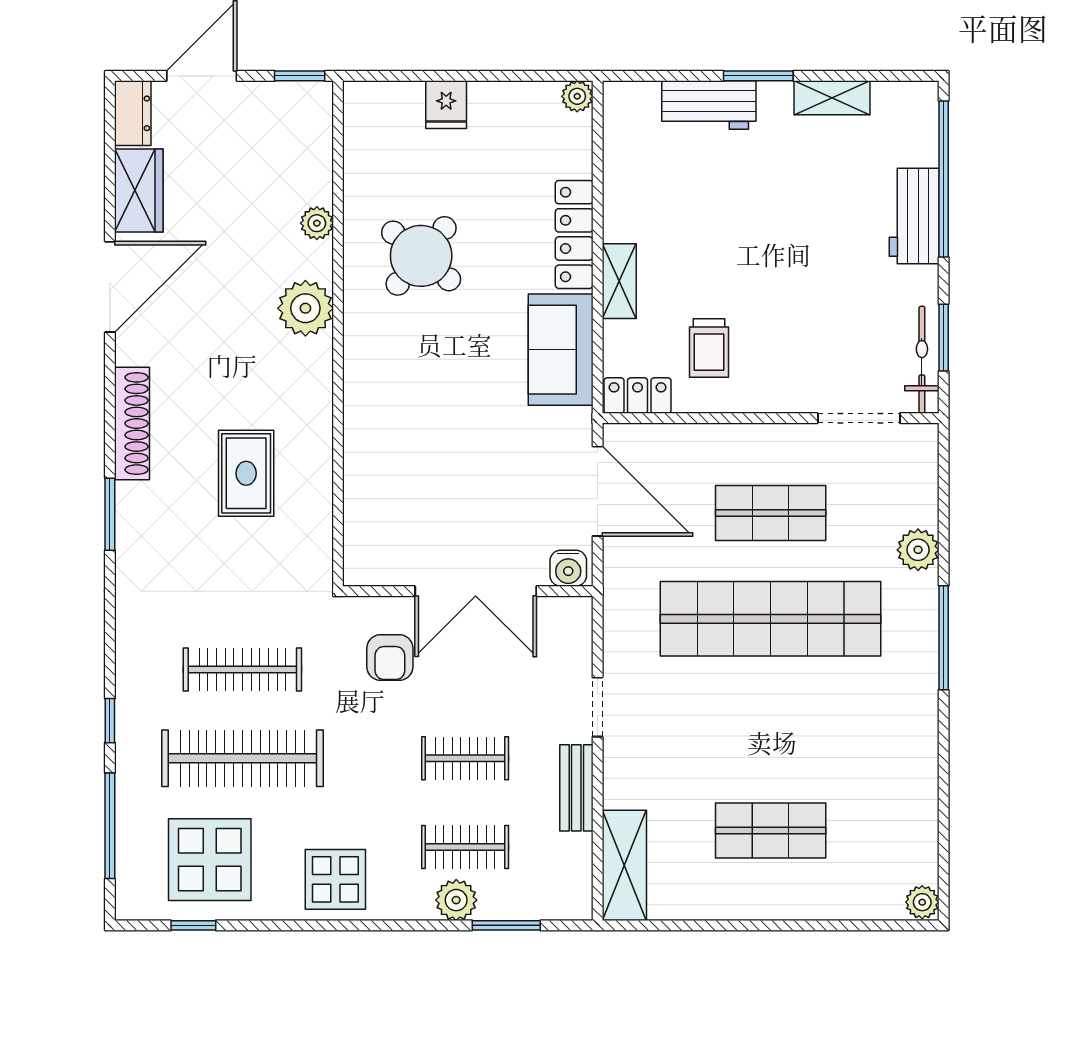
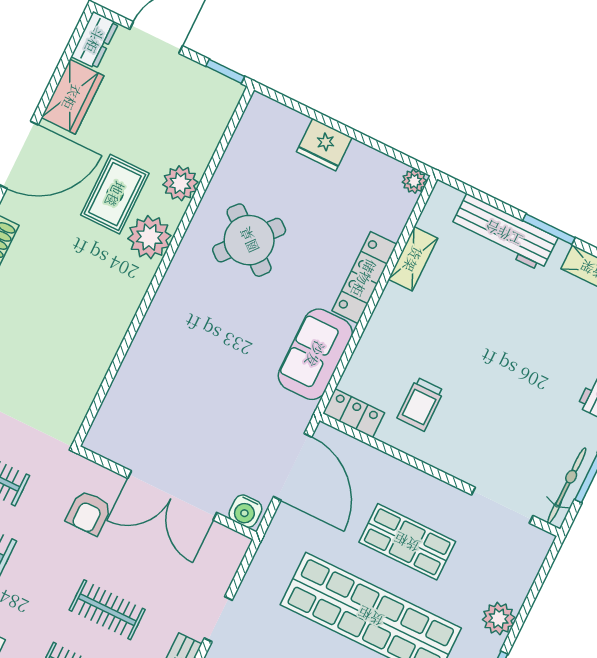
fridge: (446, 105) -> (324, 145), width x1.38
workbench: (709, 105) -> (504, 233), width x1.38
plant: (317, 223) -> (180, 183), width x1.38, depth x1.38
shelving: (619, 281) -> (413, 259), moved
rug: (246, 473) -> (115, 194), moved

